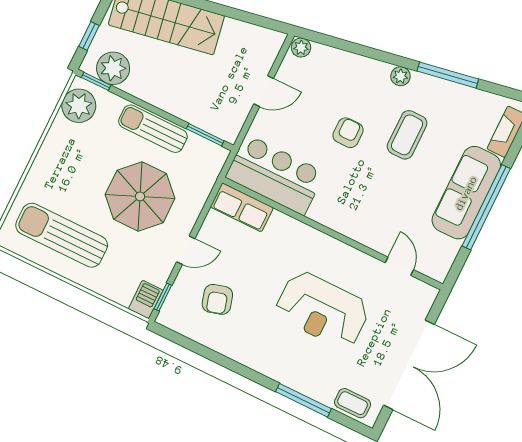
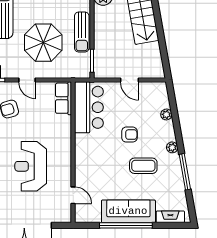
plant: (301, 48) -> (166, 114), moved
sun lounger: (153, 129) -> (82, 32), turned 180
door: (399, 266) -> (73, 195), hinge flipped

